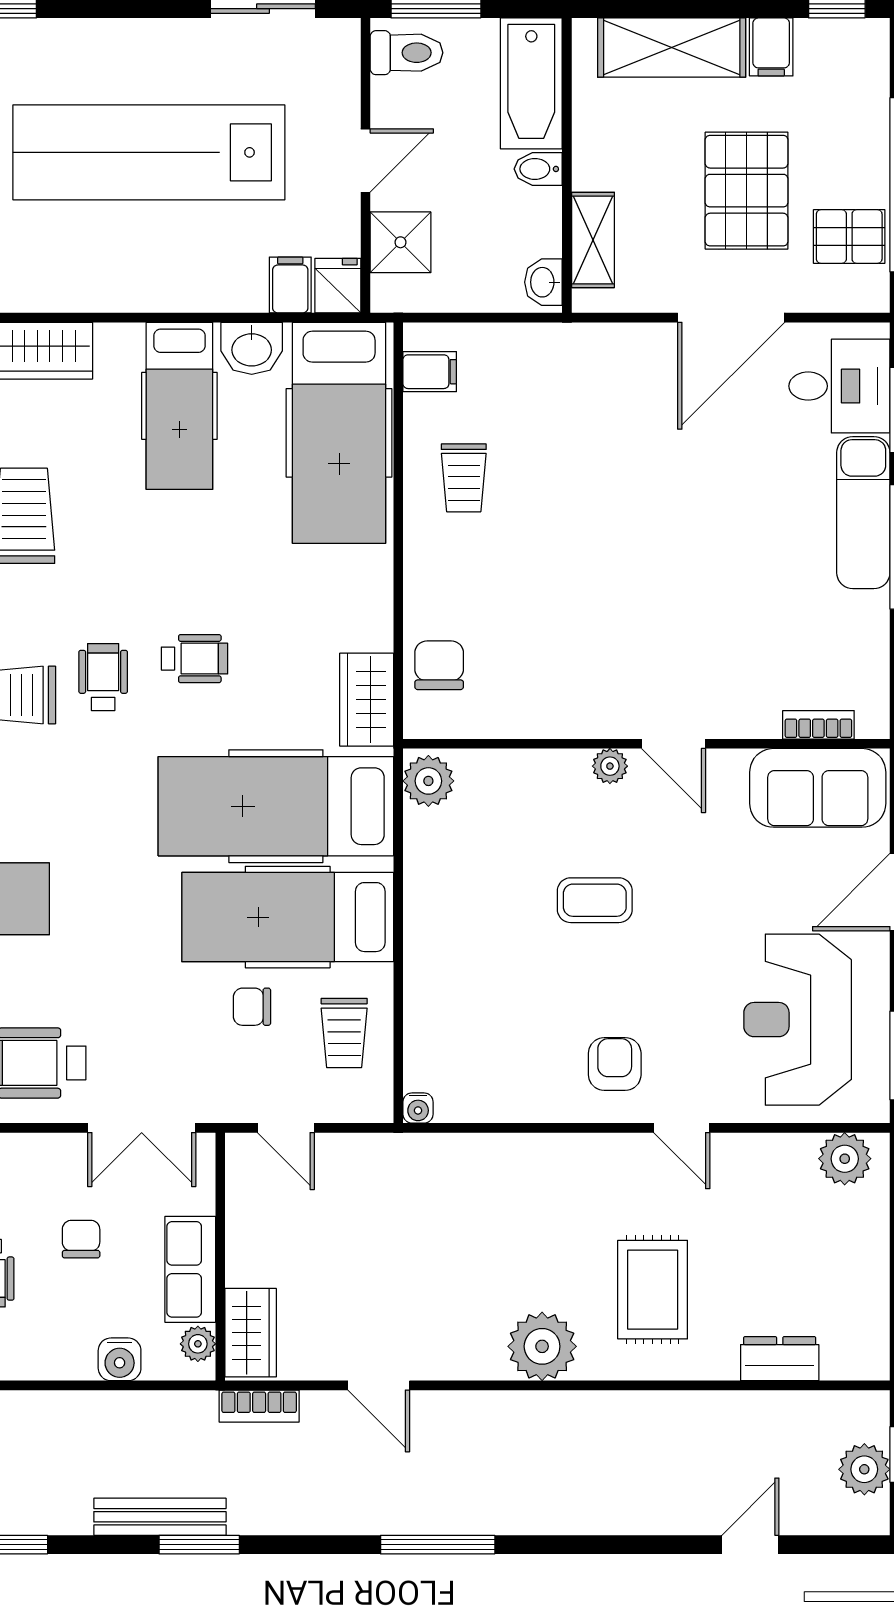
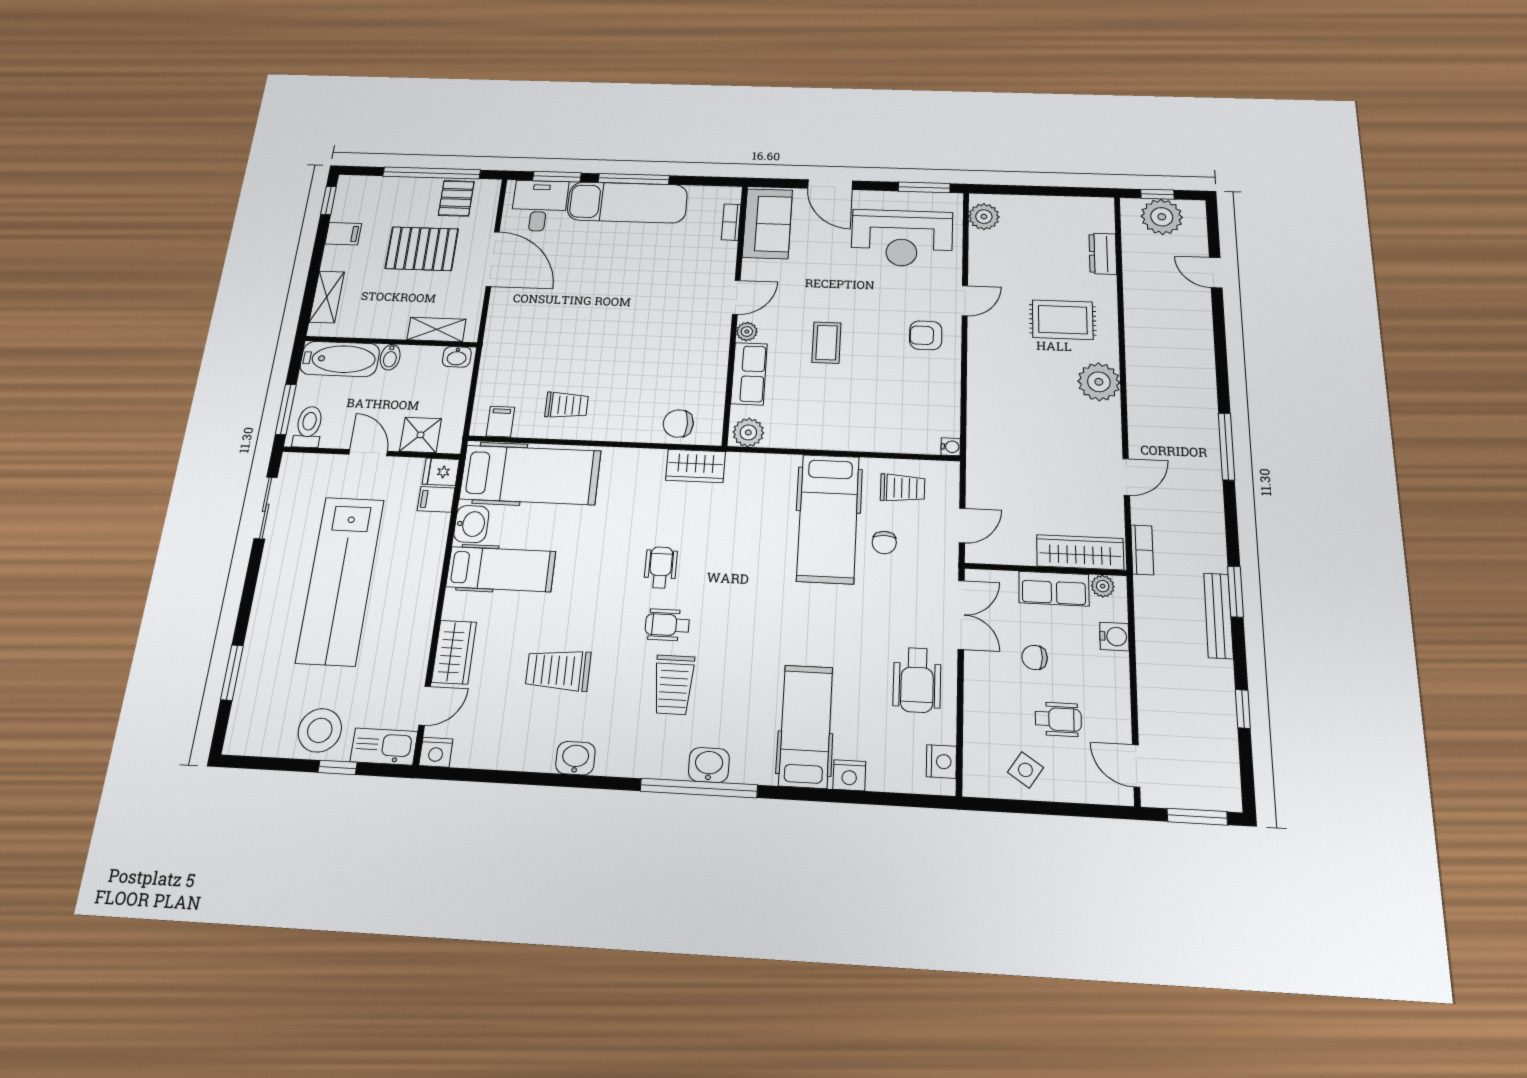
shelving: (672, 48) -> (327, 297), width x0.67, depth x0.75
exam couch: (863, 513) -> (627, 202), width x1.36, depth x1.45
row of seats: (533, 775) -> (749, 374), added
hospital bed: (276, 806) -> (758, 522), removed
wardrobe: (251, 1333) -> (1080, 552), width x1.50
plant: (864, 1469) -> (1162, 217), width x1.36, depth x1.36

